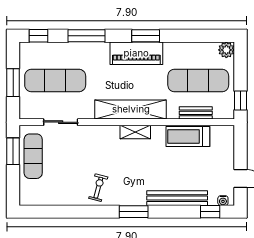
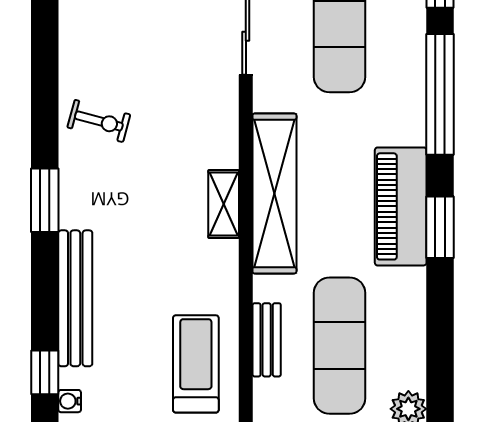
window: (86, 36) -> (440, 94), width x1.46
treadmill: (188, 137) -> (196, 364), moved

